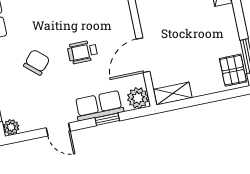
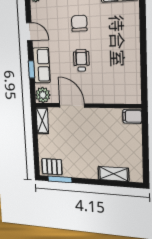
chair: (37, 62) -> (79, 23), turned -131
door: (58, 129) -> (29, 32), swing flipped

